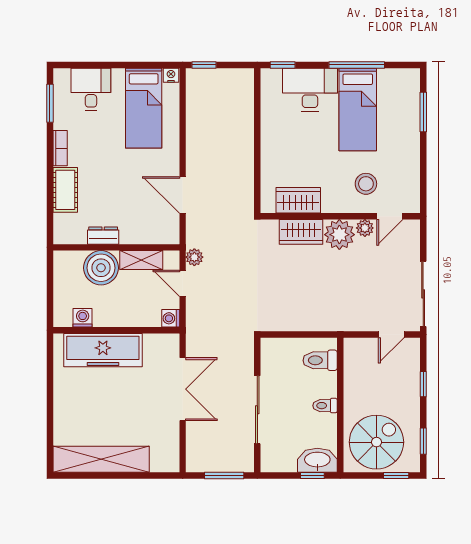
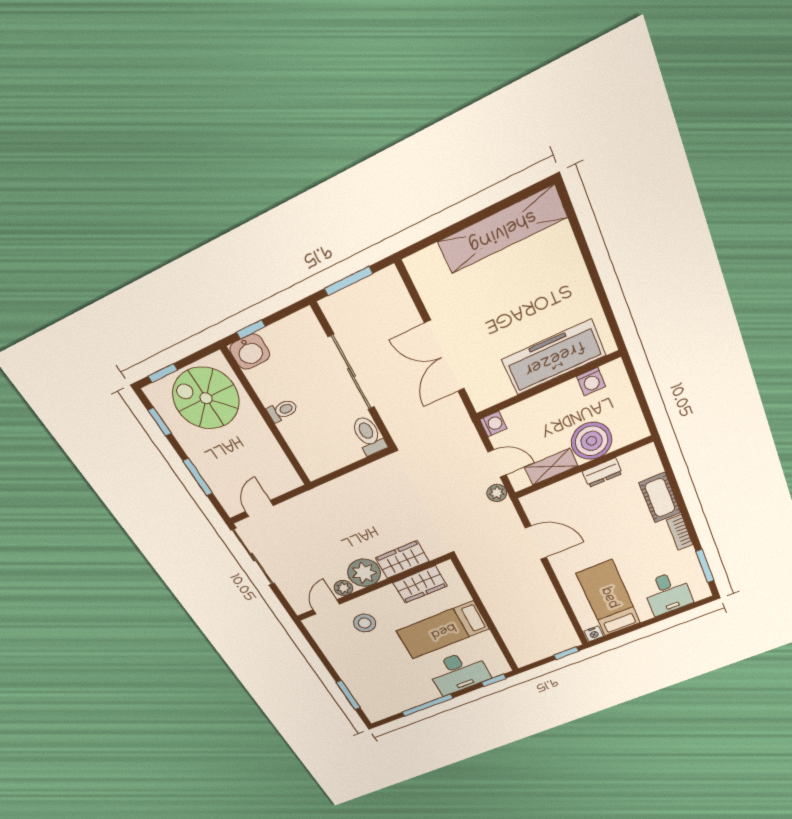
bed: (358, 109) -> (443, 630), moved, turned -90
toilet: (320, 360) -> (369, 435), moved, turned -90
window: (423, 384) -> (198, 477), width x1.50
spiral stairs: (376, 442) -> (206, 398), turned 90
washbasin: (317, 460) -> (250, 352), width x0.72

